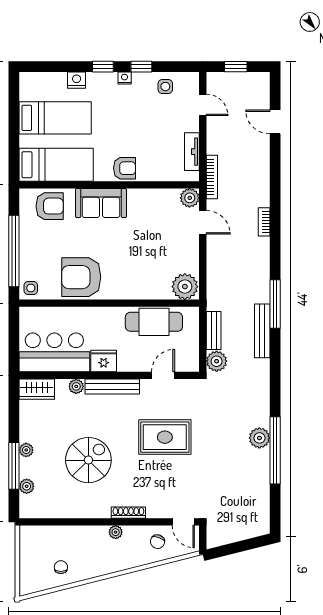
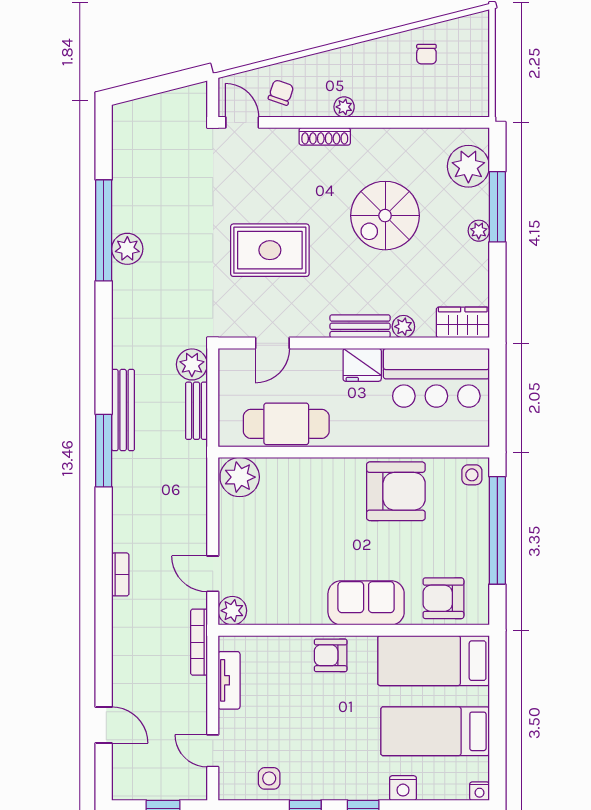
nightstand: (125, 78) -> (479, 791), moved
bench: (112, 387) -> (360, 326), width x0.73
plant: (27, 486) -> (468, 166), width x1.87, depth x1.87

